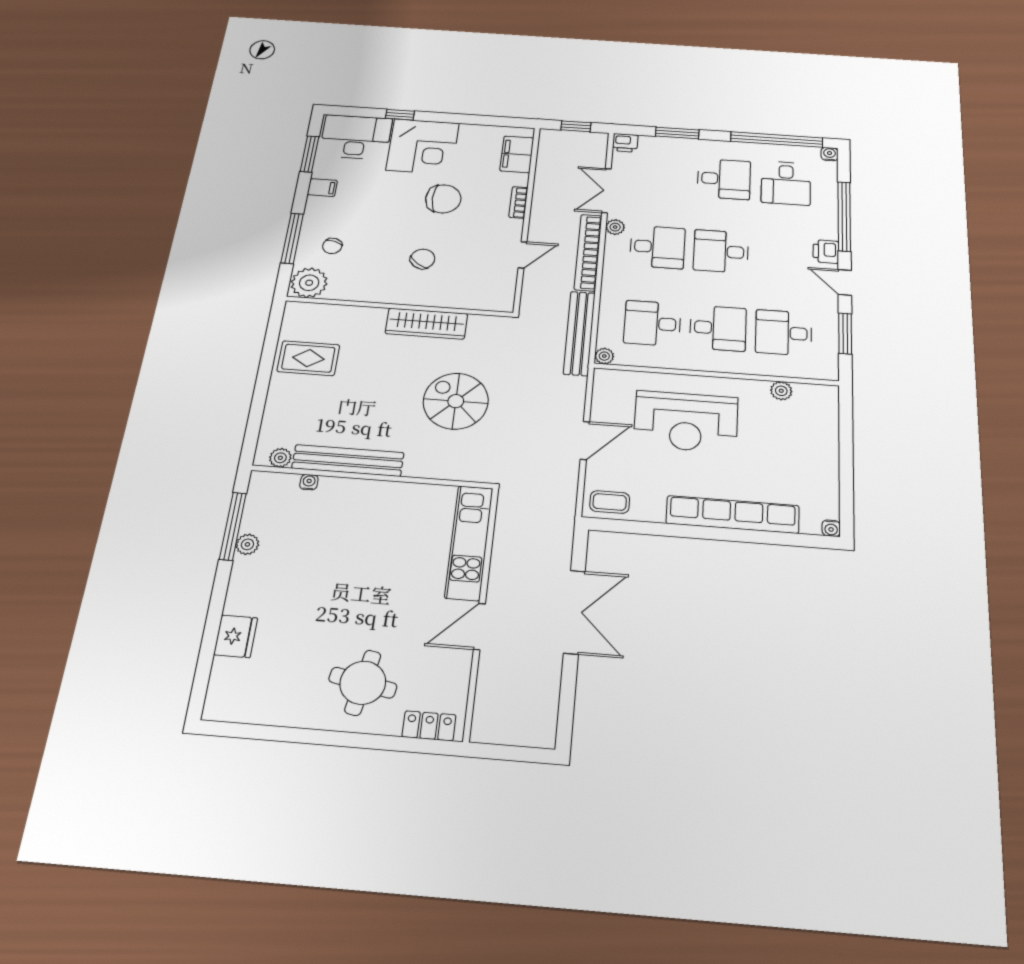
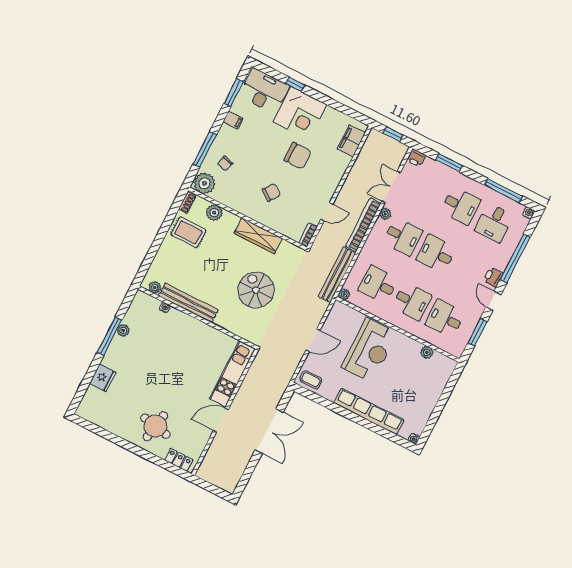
window: (777, 140) -> (504, 191), width x0.68
bookcase: (518, 202) -> (308, 235), moved
plant: (341, 316) -> (214, 213), added
shoe rack: (291, 318) -> (187, 203), added
reception desk: (686, 422) -> (369, 350), turned -90
window: (233, 526) -> (109, 336), moved

